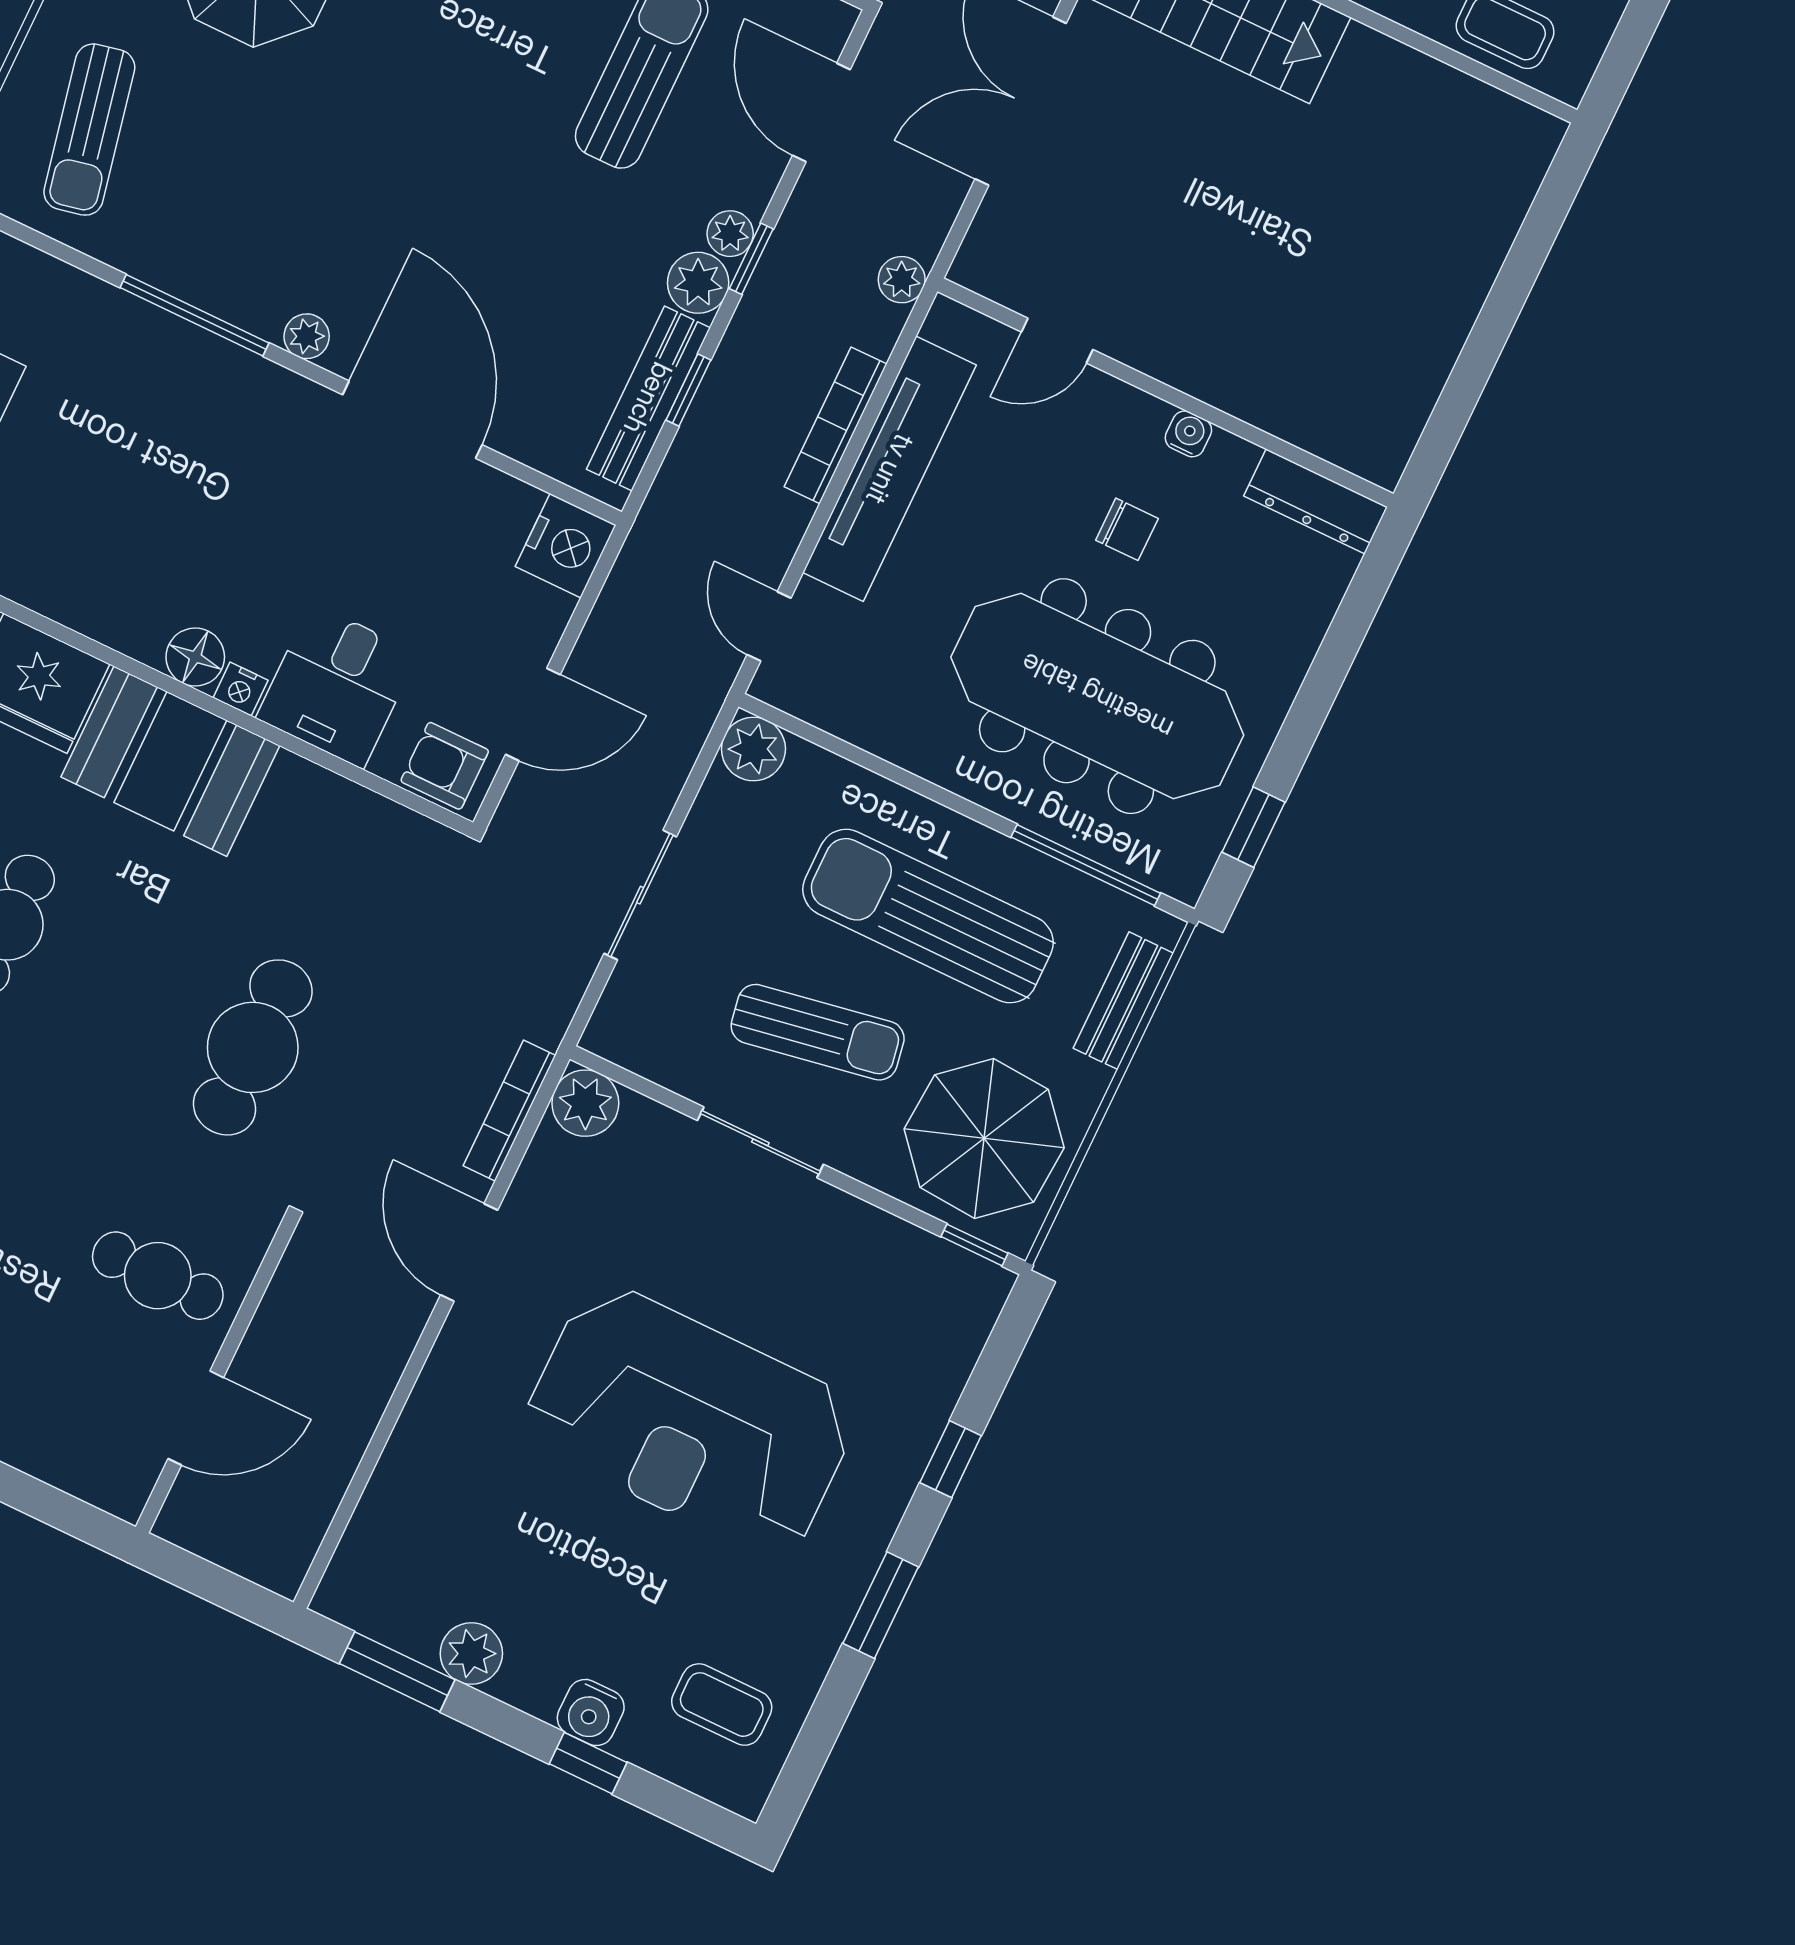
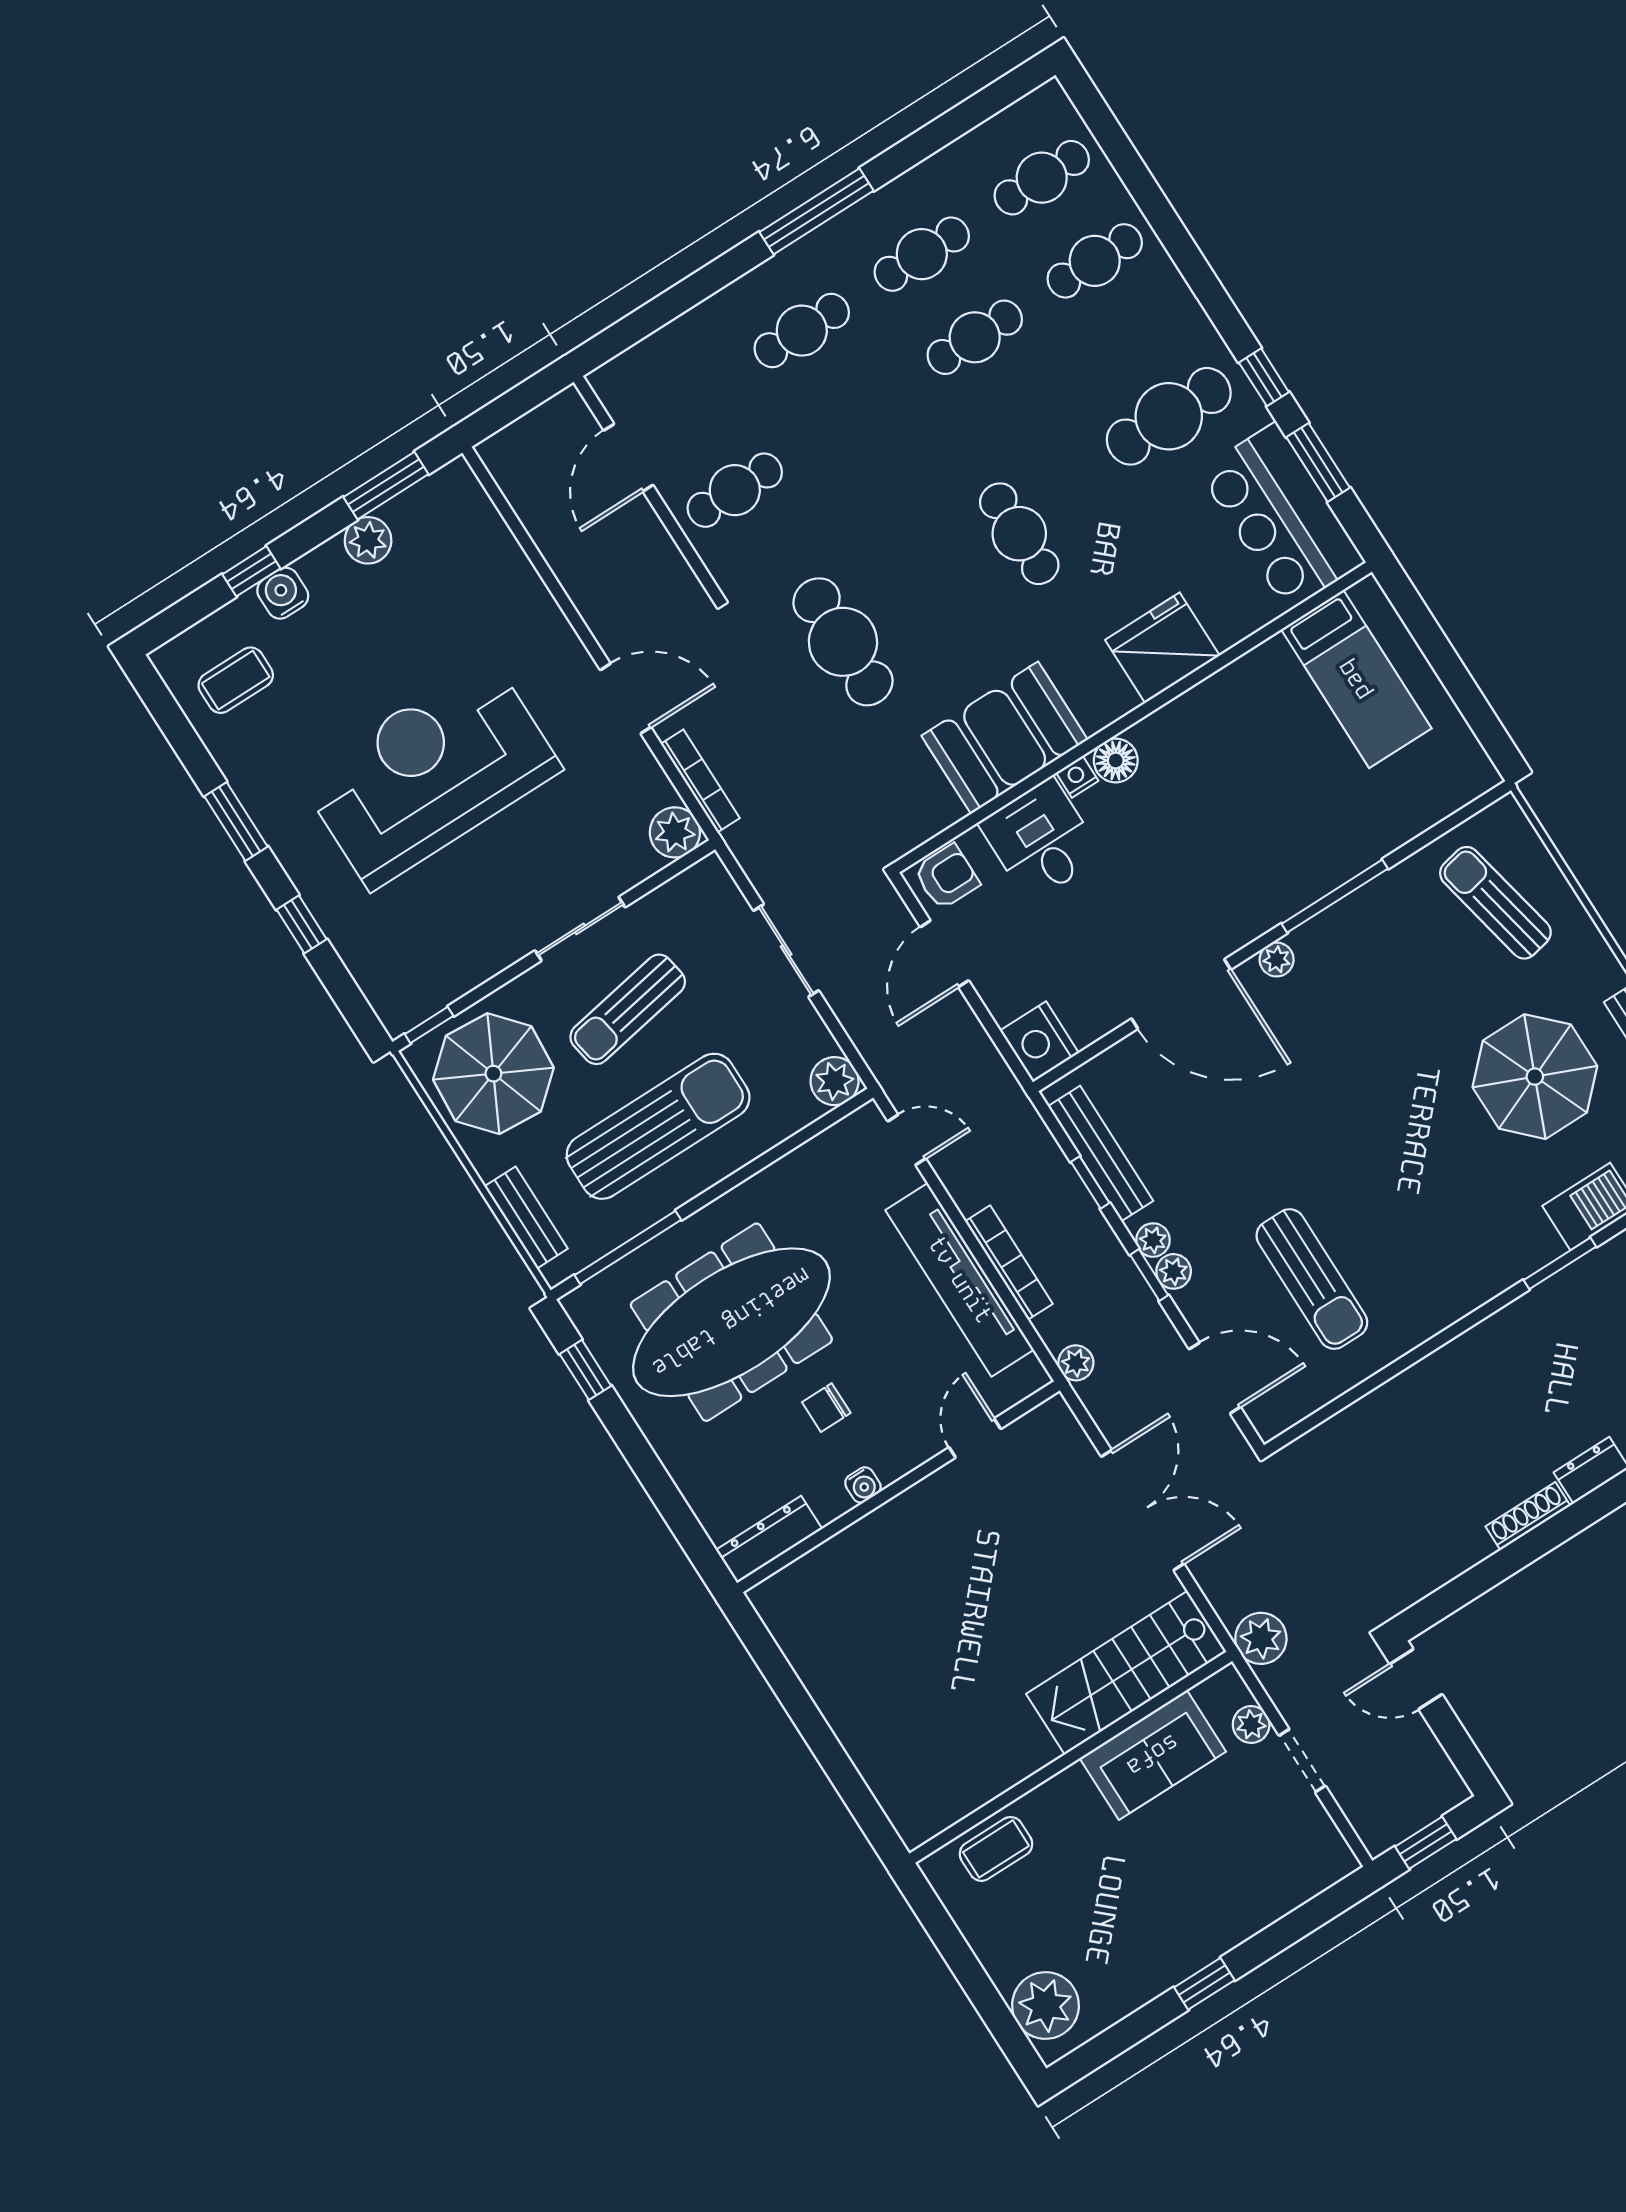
plant: (698, 283) -> (1153, 1240), width x0.73, depth x0.73
booth: (170, 761) -> (1005, 738), moved

